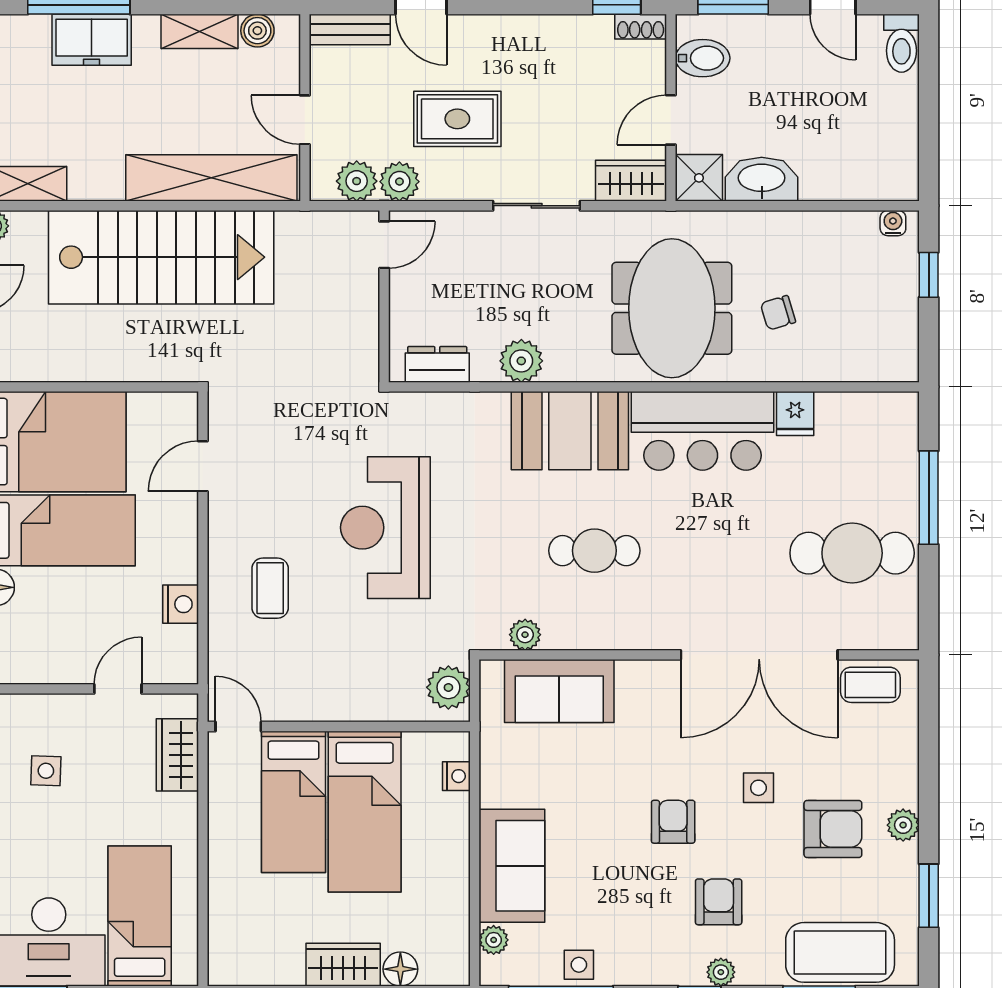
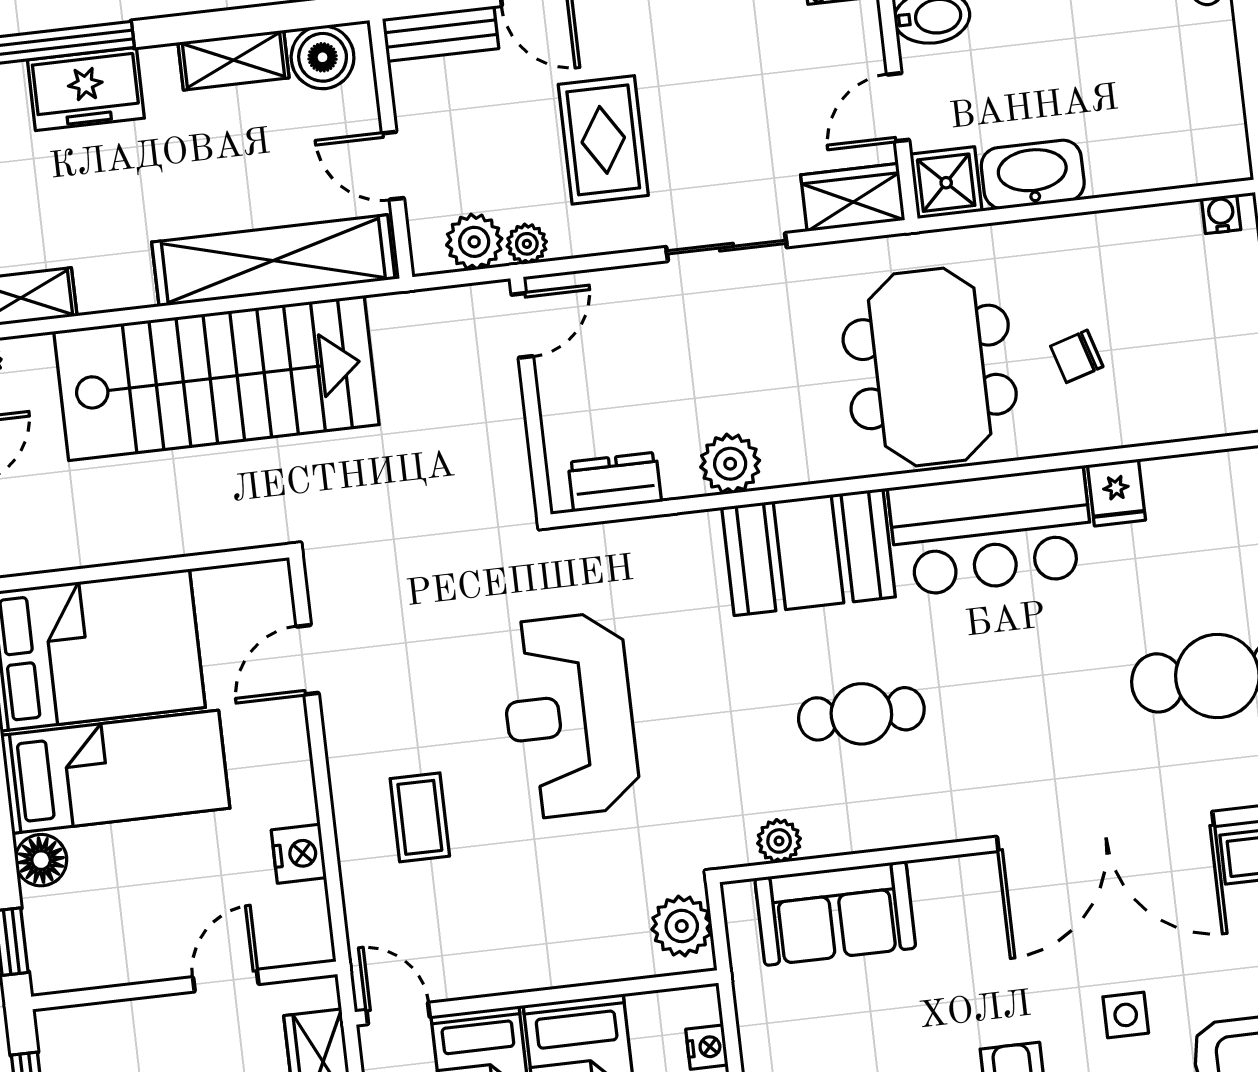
boiler: (257, 31) -> (323, 57), width x1.36, depth x1.36
rug: (457, 119) -> (603, 140), turned 90
plant: (399, 182) -> (527, 244), width x0.73, depth x0.73

